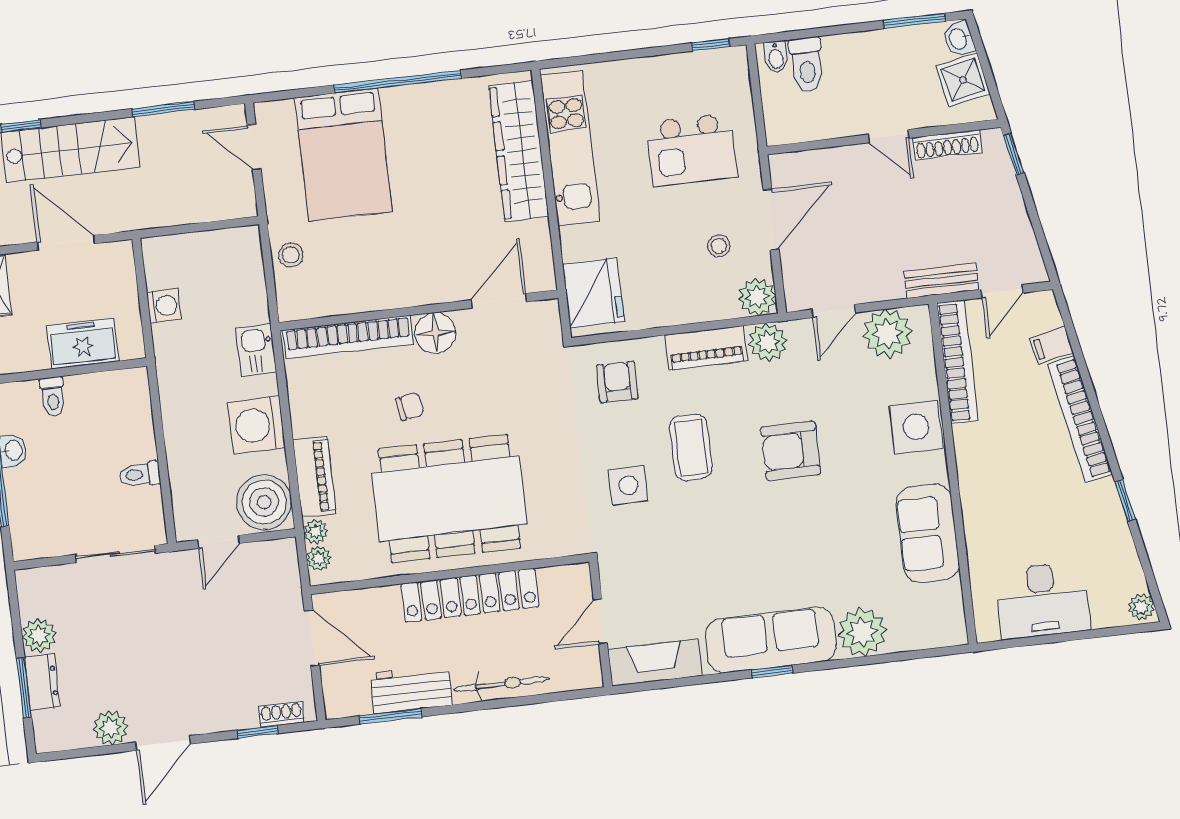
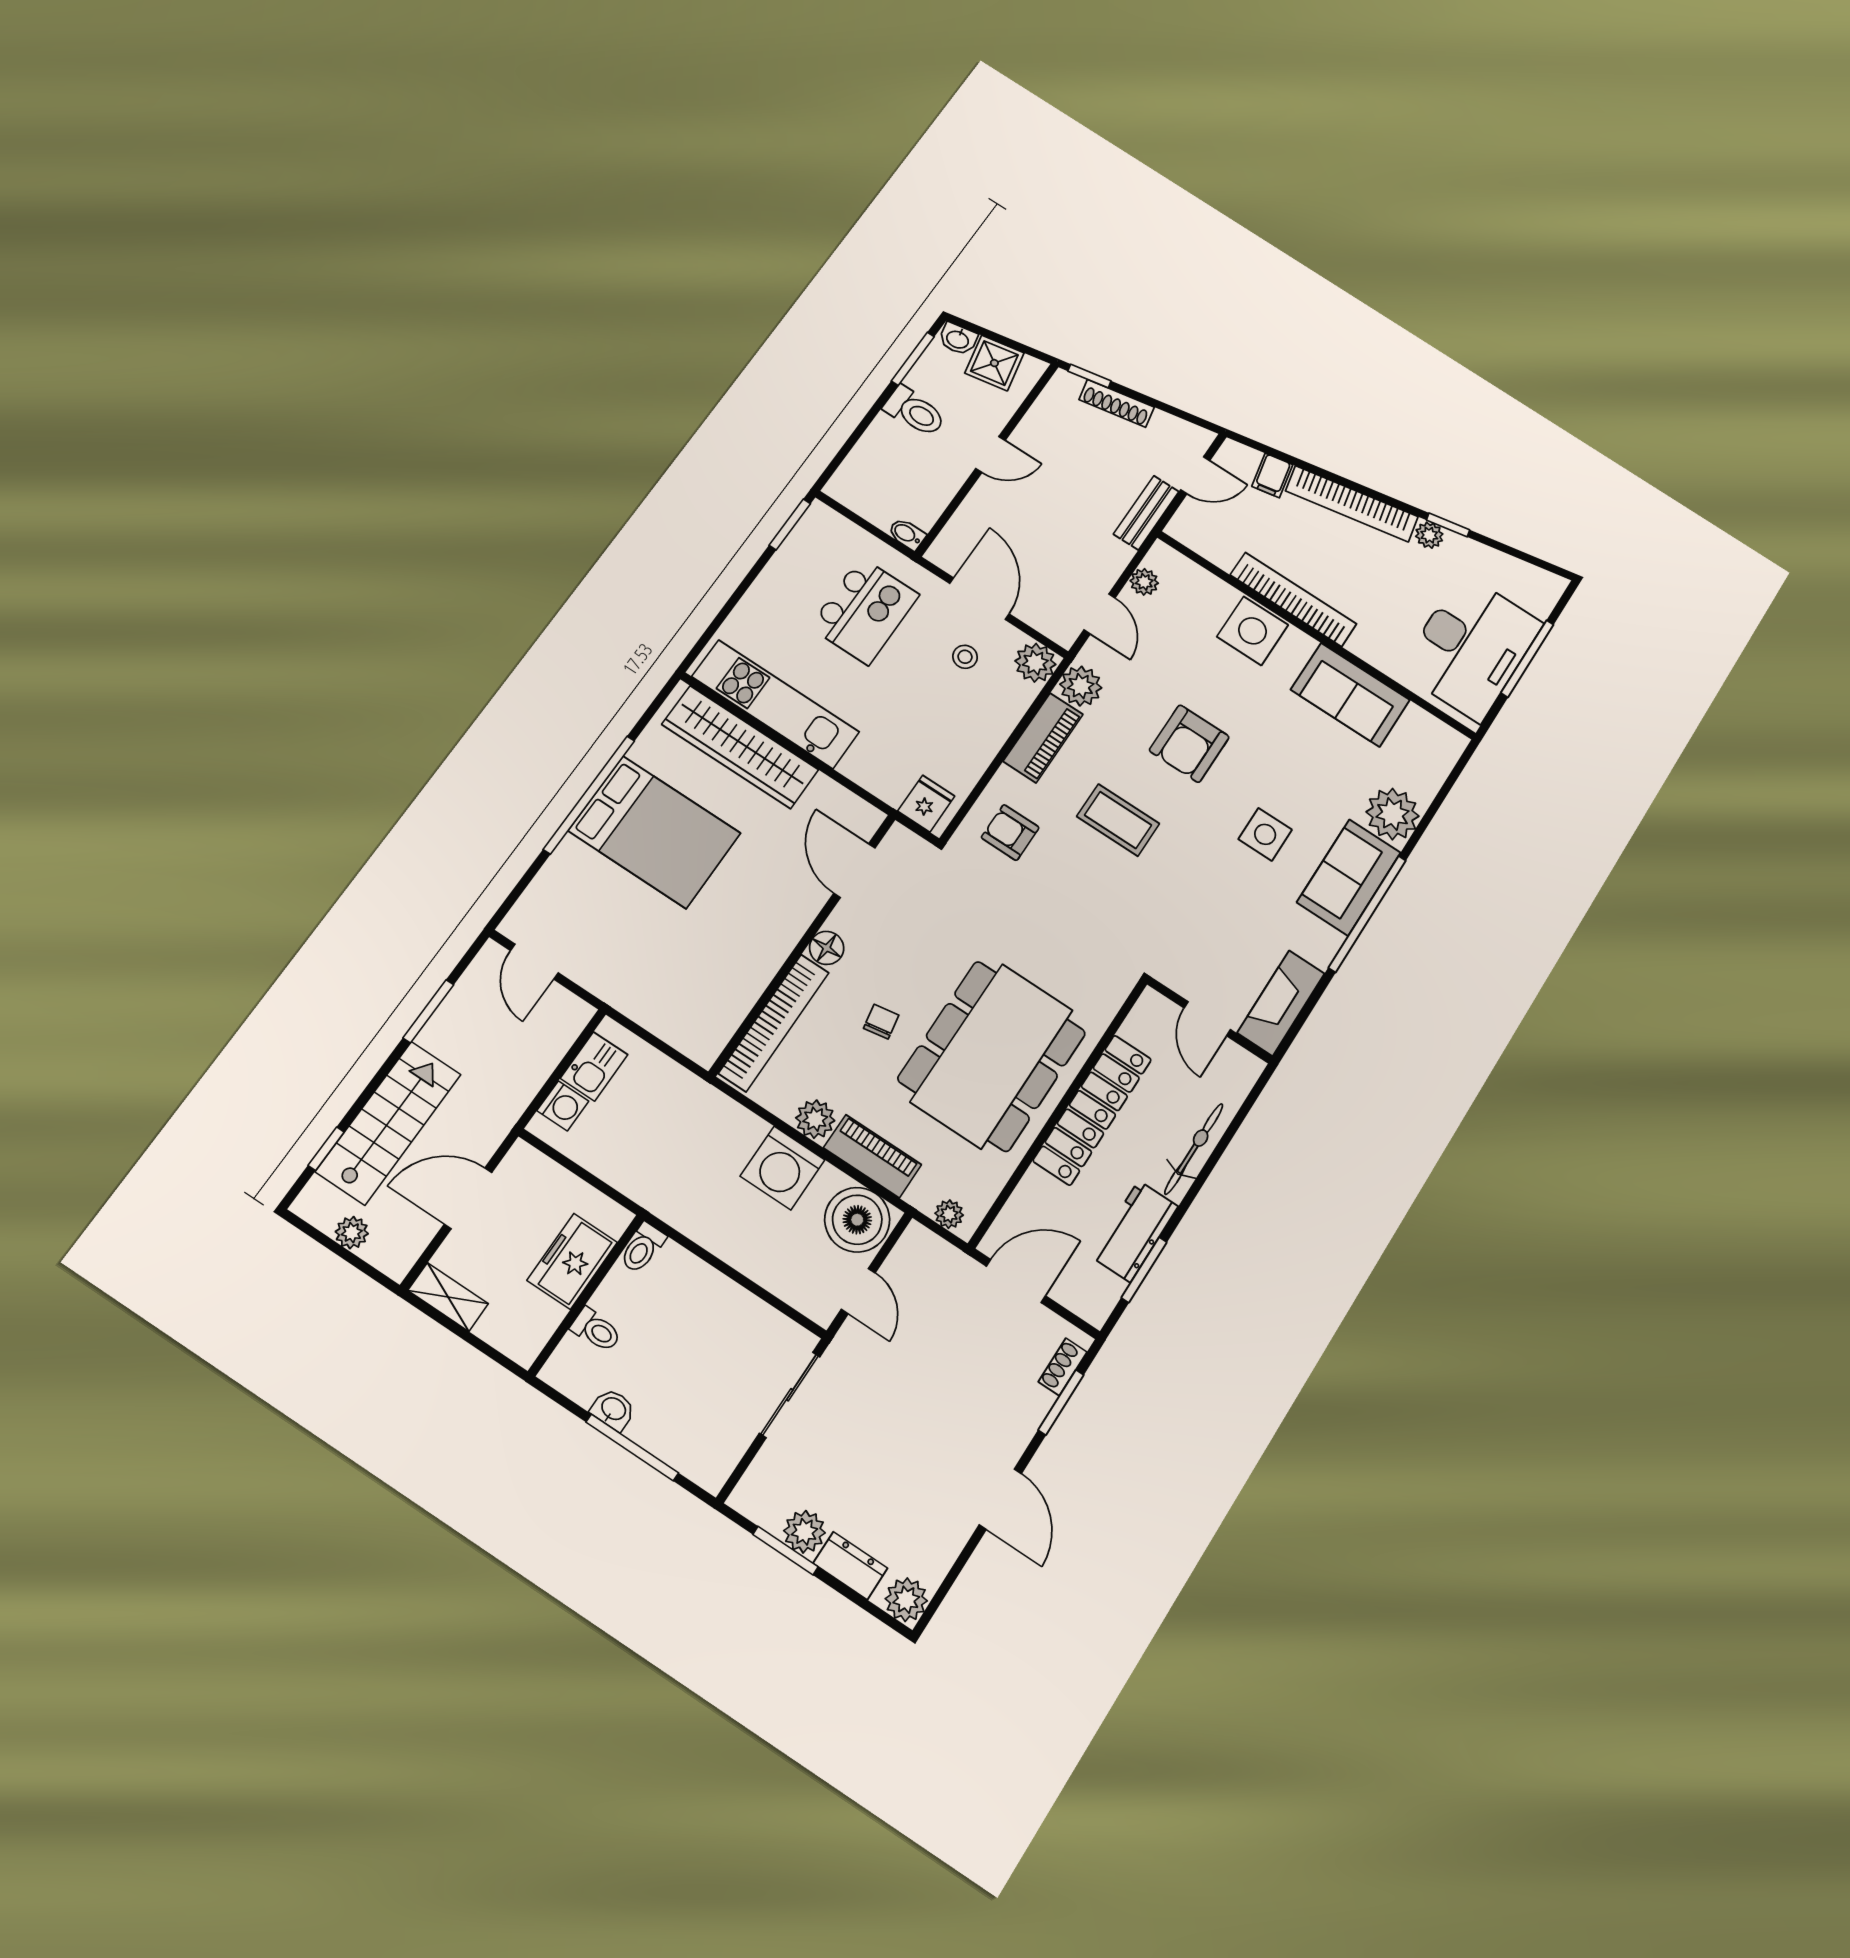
window: (711, 45) -> (790, 524), width x1.50
bidet: (776, 57) -> (907, 534), moved, turned 180
toilet: (807, 65) -> (915, 411), moved
shoe rack: (947, 145) -> (1117, 403), moved, turned 79
door: (254, 147) -> (534, 962), hinge flipped
bed: (343, 155) -> (655, 832), moved
stool: (291, 255) -> (658, 1011), removed
door: (1002, 291) -> (1195, 475), hinge flipped
fridge: (593, 293) -> (926, 804), width x0.53, depth x0.75
washing machine: (164, 306) -> (563, 1106), moved, turned 90
floor lamp: (435, 333) -> (827, 948), width x0.73, depth x0.73
plant: (887, 334) -> (1144, 582), width x0.53, depth x0.53
kitchen sink: (256, 350) -> (594, 1066), moved, turned -90
bookcase: (958, 362) -> (1293, 599), moved
toilet: (140, 474) -> (642, 1248), moved
side table: (628, 485) -> (1265, 834), moved
plant: (316, 532) -> (815, 1119), moved, width x1.38, depth x1.38
desk: (1043, 600) -> (1471, 647), width x1.36, depth x1.30
plant: (1141, 607) -> (1429, 535), moved
window: (1068, 637) -> (1527, 659), added
sofa: (771, 640) -> (1349, 877), width x0.73
window: (772, 671) -> (1367, 914), width x3.17
window: (24, 688) -> (785, 1551), moved
plant: (110, 728) -> (906, 1600), moved
window: (258, 732) -> (1061, 1402), width x1.50

